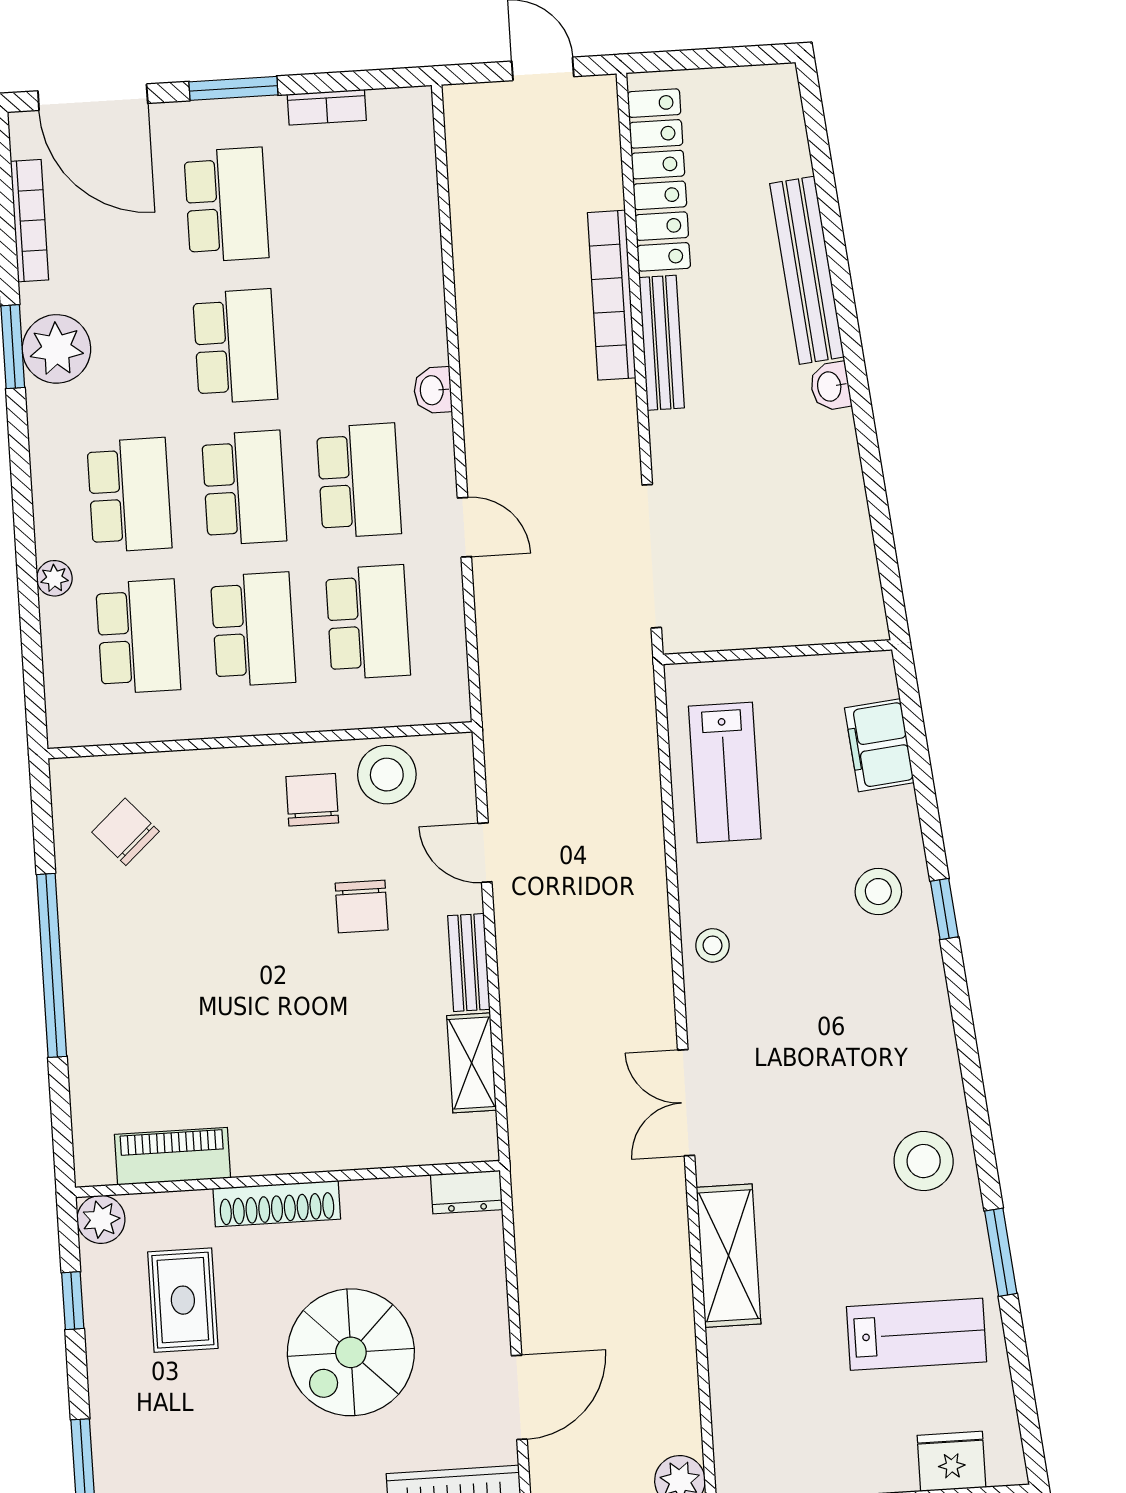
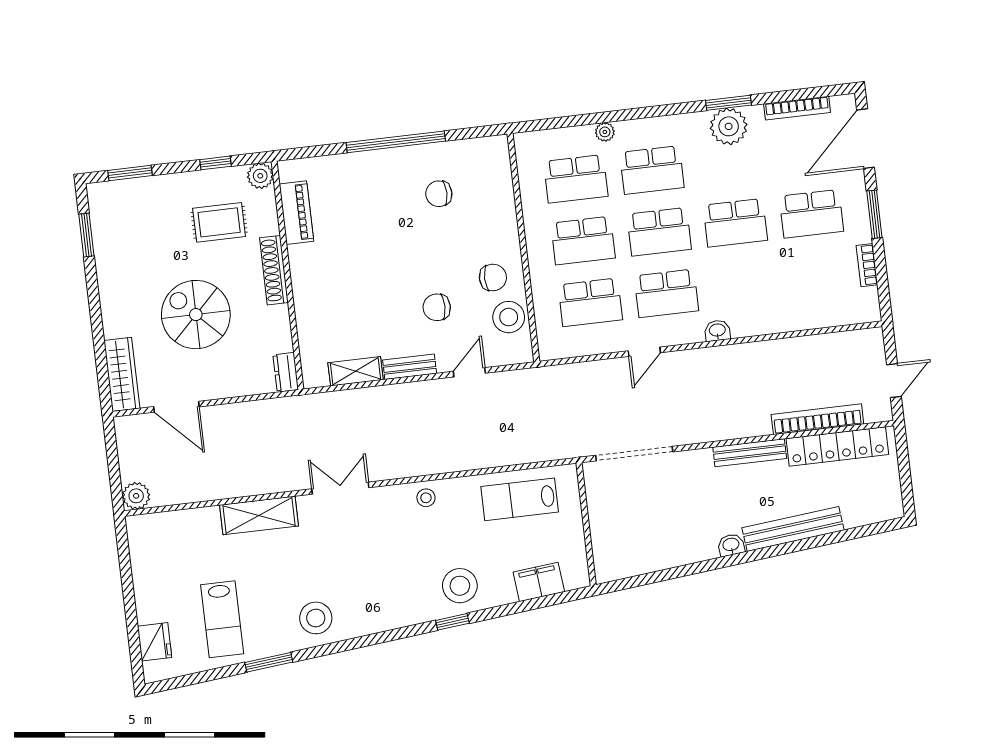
bookcase: (612, 295) -> (817, 419), moved
chair: (125, 832) -> (439, 194), moved, turned -138
stool: (878, 892) -> (460, 586), width x1.38, depth x1.38

